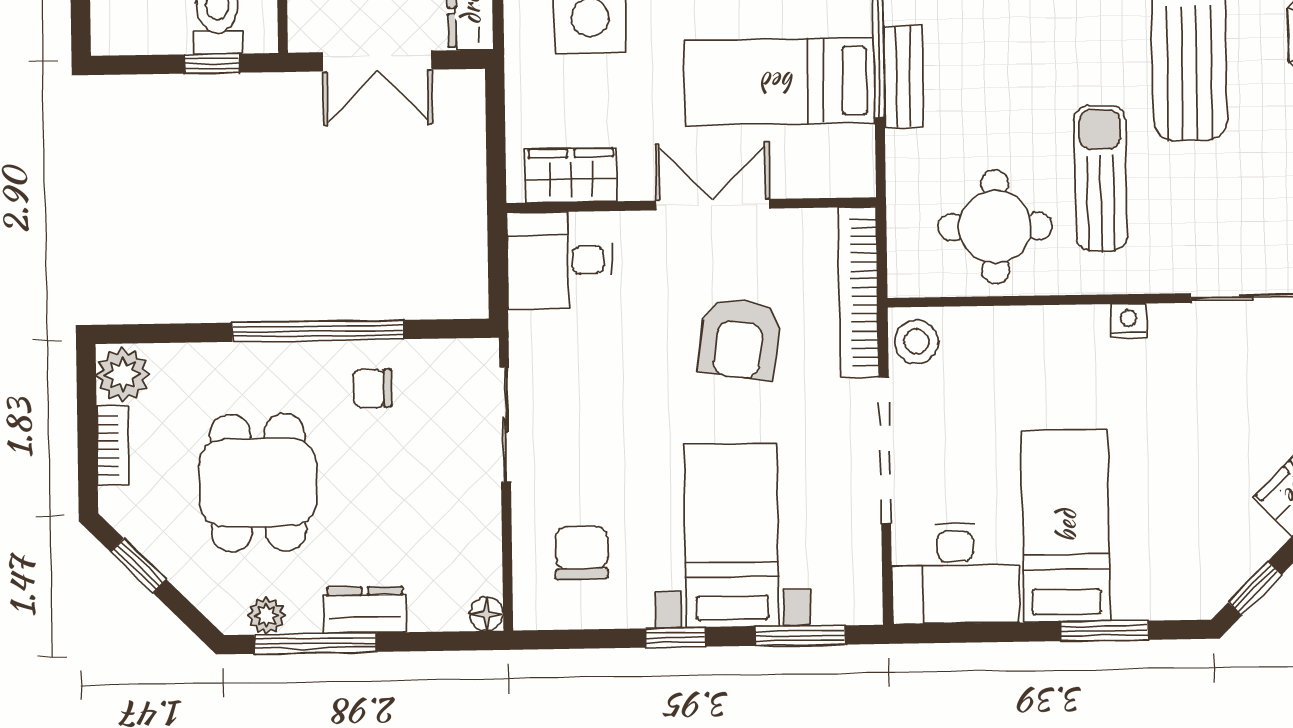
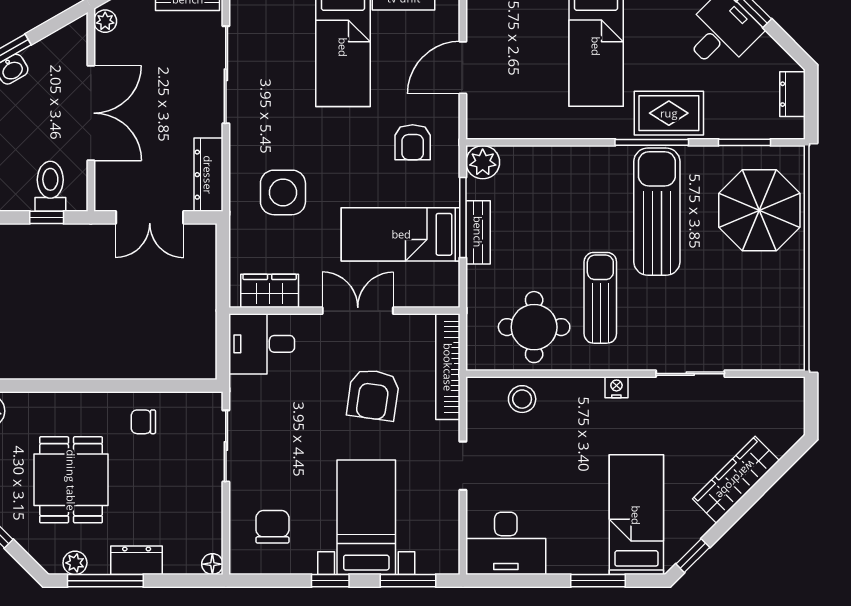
window: (318, 331) -> (110, 386), removed
stool: (916, 341) -> (522, 399), moved
doorway: (885, 450) -> (463, 466), width x0.53
bed: (1066, 526) -> (636, 515), moved

